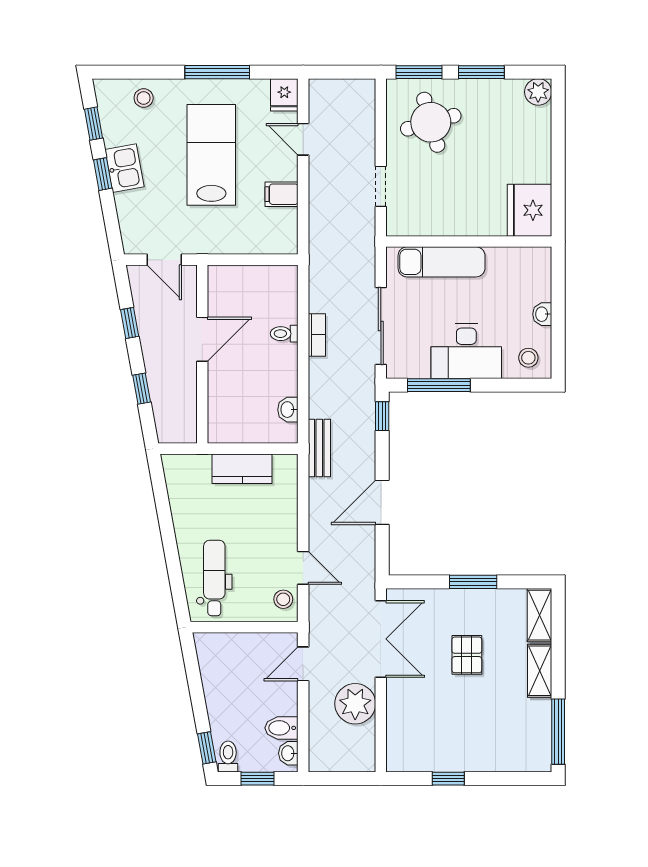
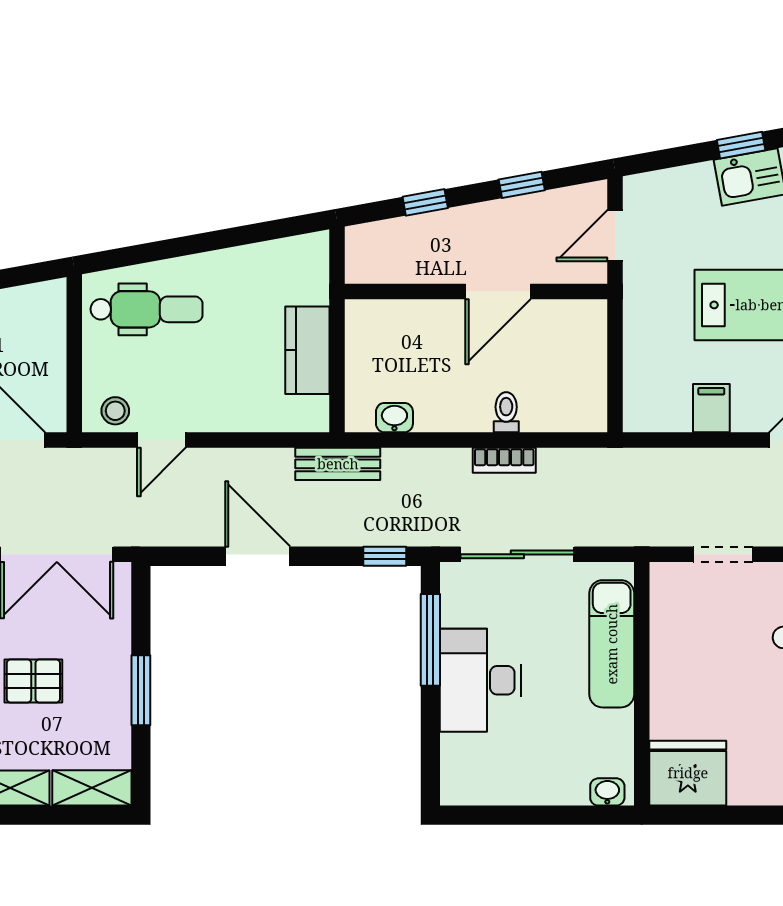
washbasin: (542, 314) -> (607, 792), moved
door: (202, 339) -> (498, 292), hinge flipped
stool: (528, 358) -> (471, 772), removed

